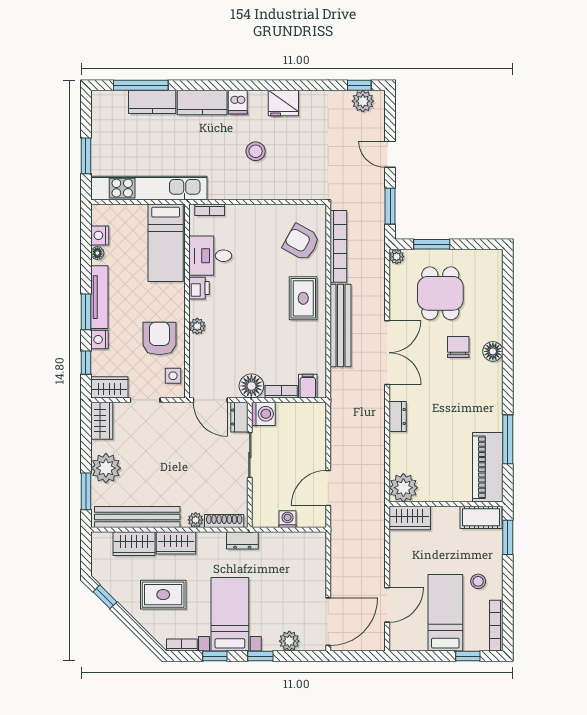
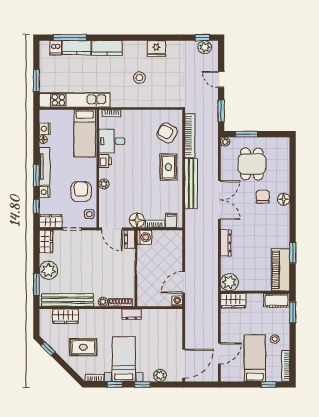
dishwasher: (238, 102) -> (56, 48), moved
dresser: (398, 417) -> (226, 243), width x1.44
window: (508, 439) -> (293, 253), width x0.69
washing machine: (287, 519) -> (177, 301), moved
wardrobe: (176, 543) -> (91, 316), removed

